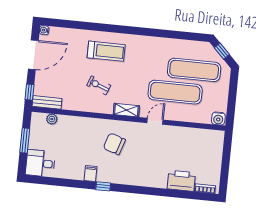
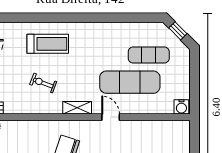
exercise mat: (194, 70) -> (149, 55), width x0.73, depth x0.69
door: (155, 121) -> (111, 117), hinge flipped

